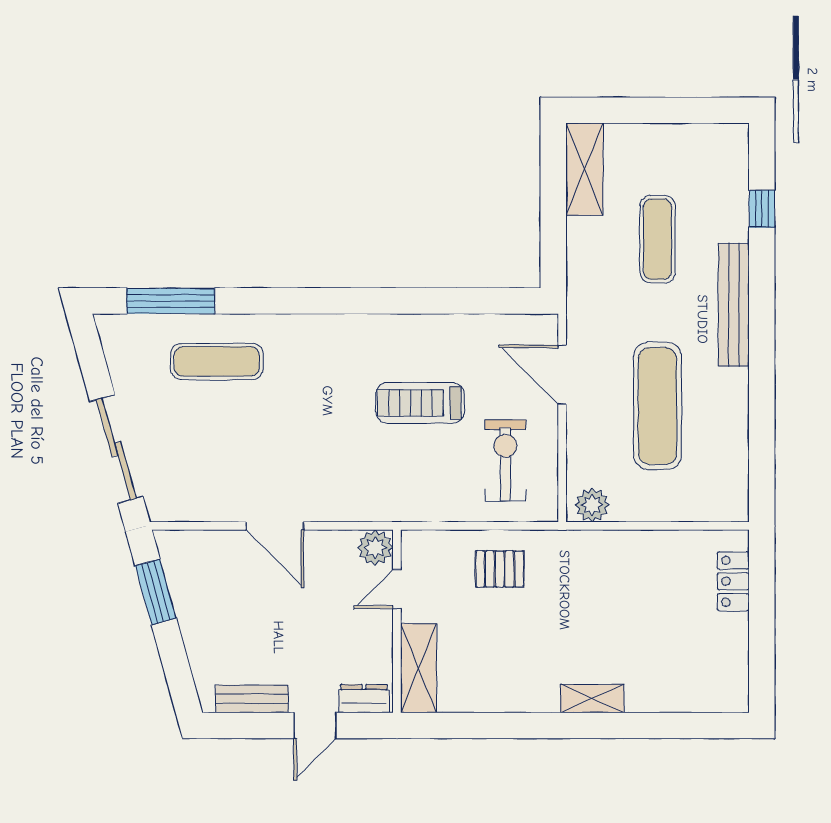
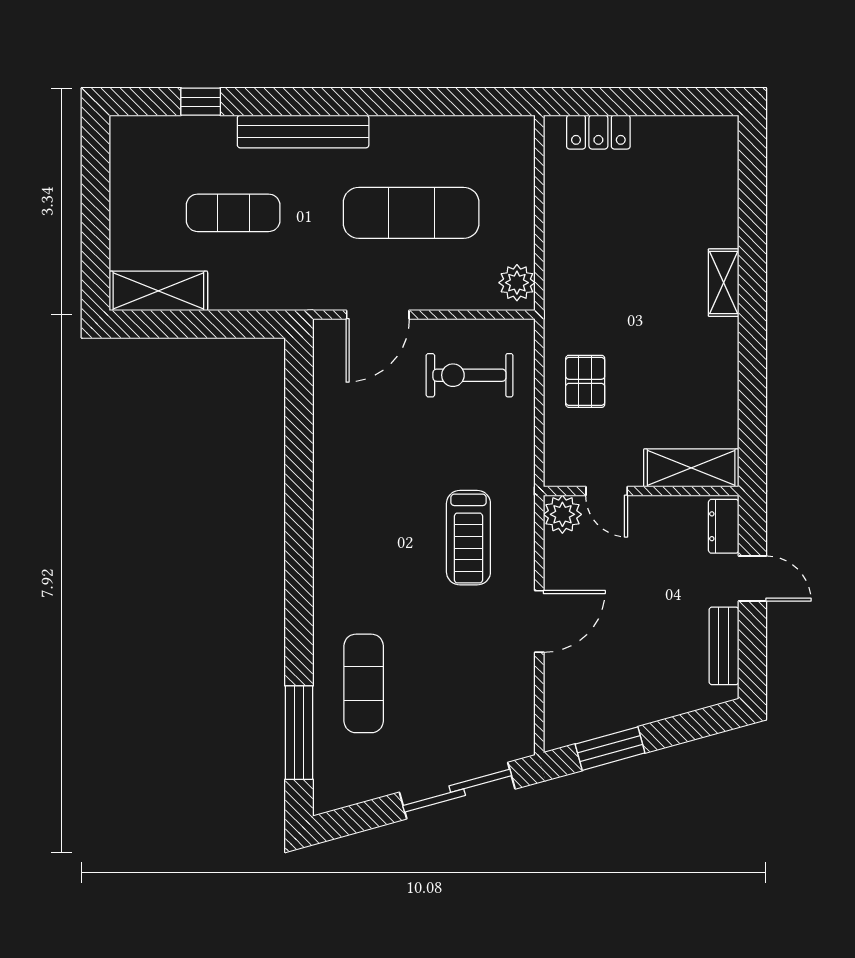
treadmill: (420, 403) -> (468, 538), moved

